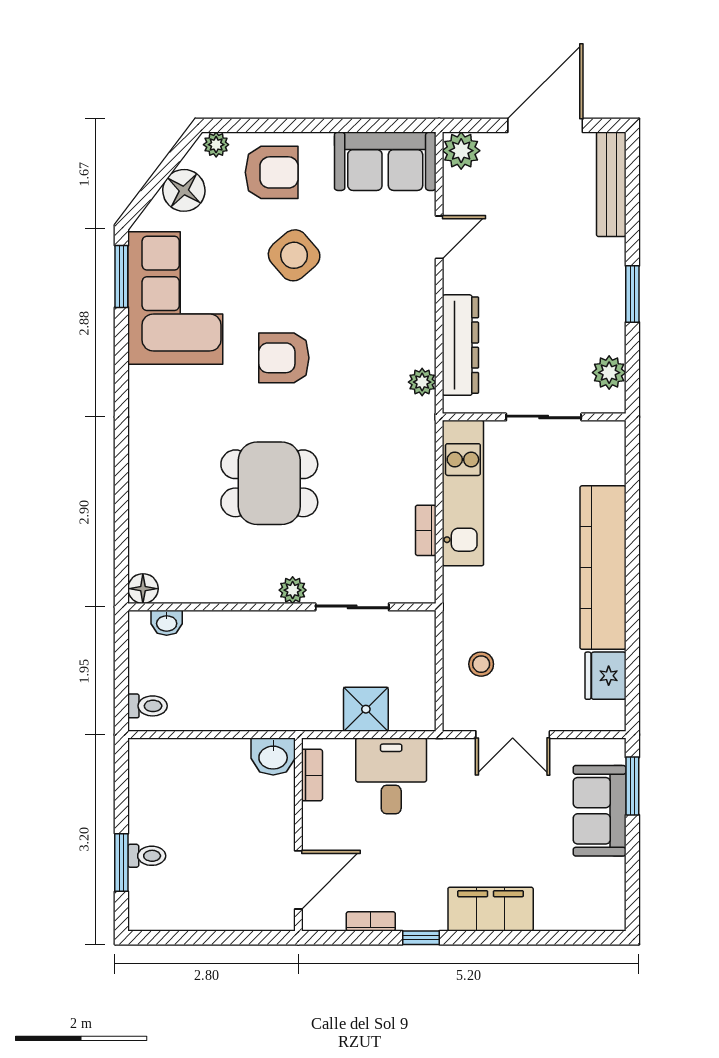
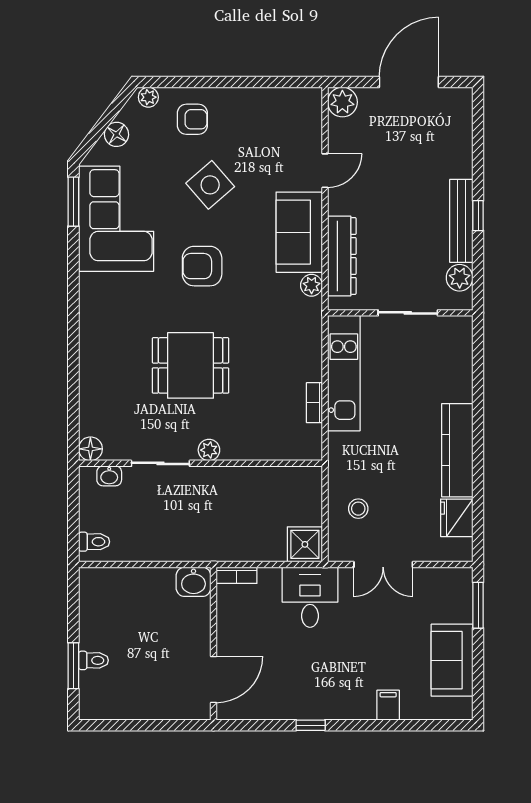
sofa: (385, 161) -> (299, 232), moved, turned 90
armchair: (272, 172) -> (192, 119), width x0.72, depth x0.72
bench: (611, 184) -> (461, 221), moved
floor lamp: (184, 190) -> (117, 134), width x0.73, depth x0.73
window: (632, 294) -> (478, 216), width x0.67
kitchen counter: (603, 568) -> (457, 450), width x0.72, depth x0.86
sliding door: (352, 607) -> (160, 463), moved
shower: (366, 709) -> (305, 544), moved
bookcase: (312, 775) -> (237, 575), moved, turned 90
desk: (391, 776) -> (310, 597), moved
sofa: (600, 811) -> (452, 660), moved
filing cabinet: (491, 909) -> (388, 705), width x0.33, depth x0.86
bookcase: (371, 921) -> (271, 712), removed

